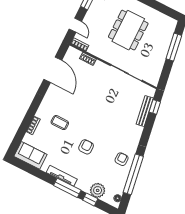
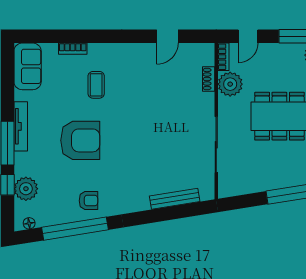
plant: (97, 48) -> (230, 84), added
door: (53, 70) -> (167, 36), width x0.53
window: (155, 107) -> (188, 210), removed
armchair: (86, 147) -> (80, 140), width x1.88, depth x1.88

